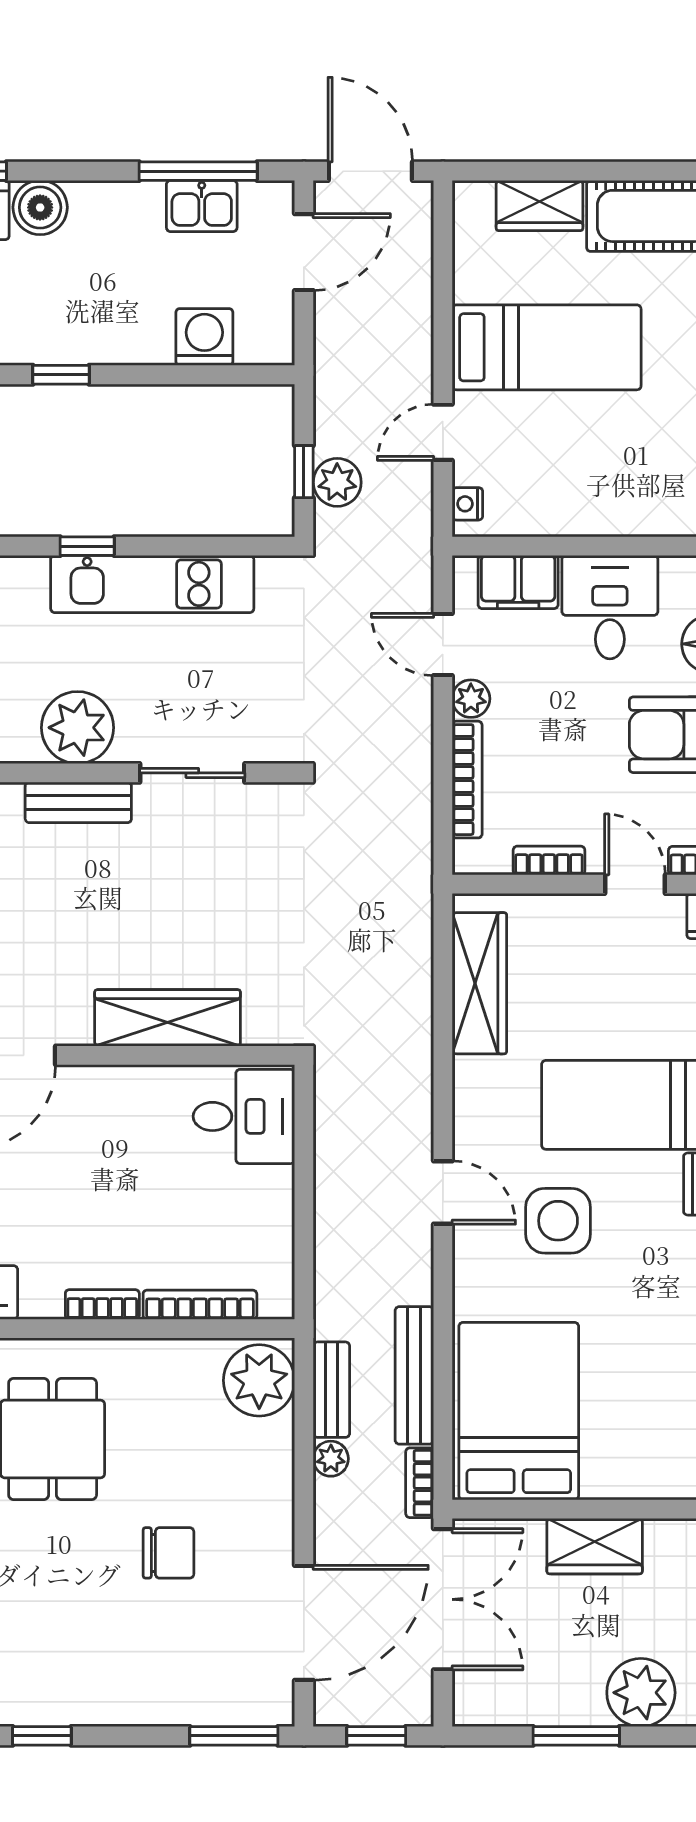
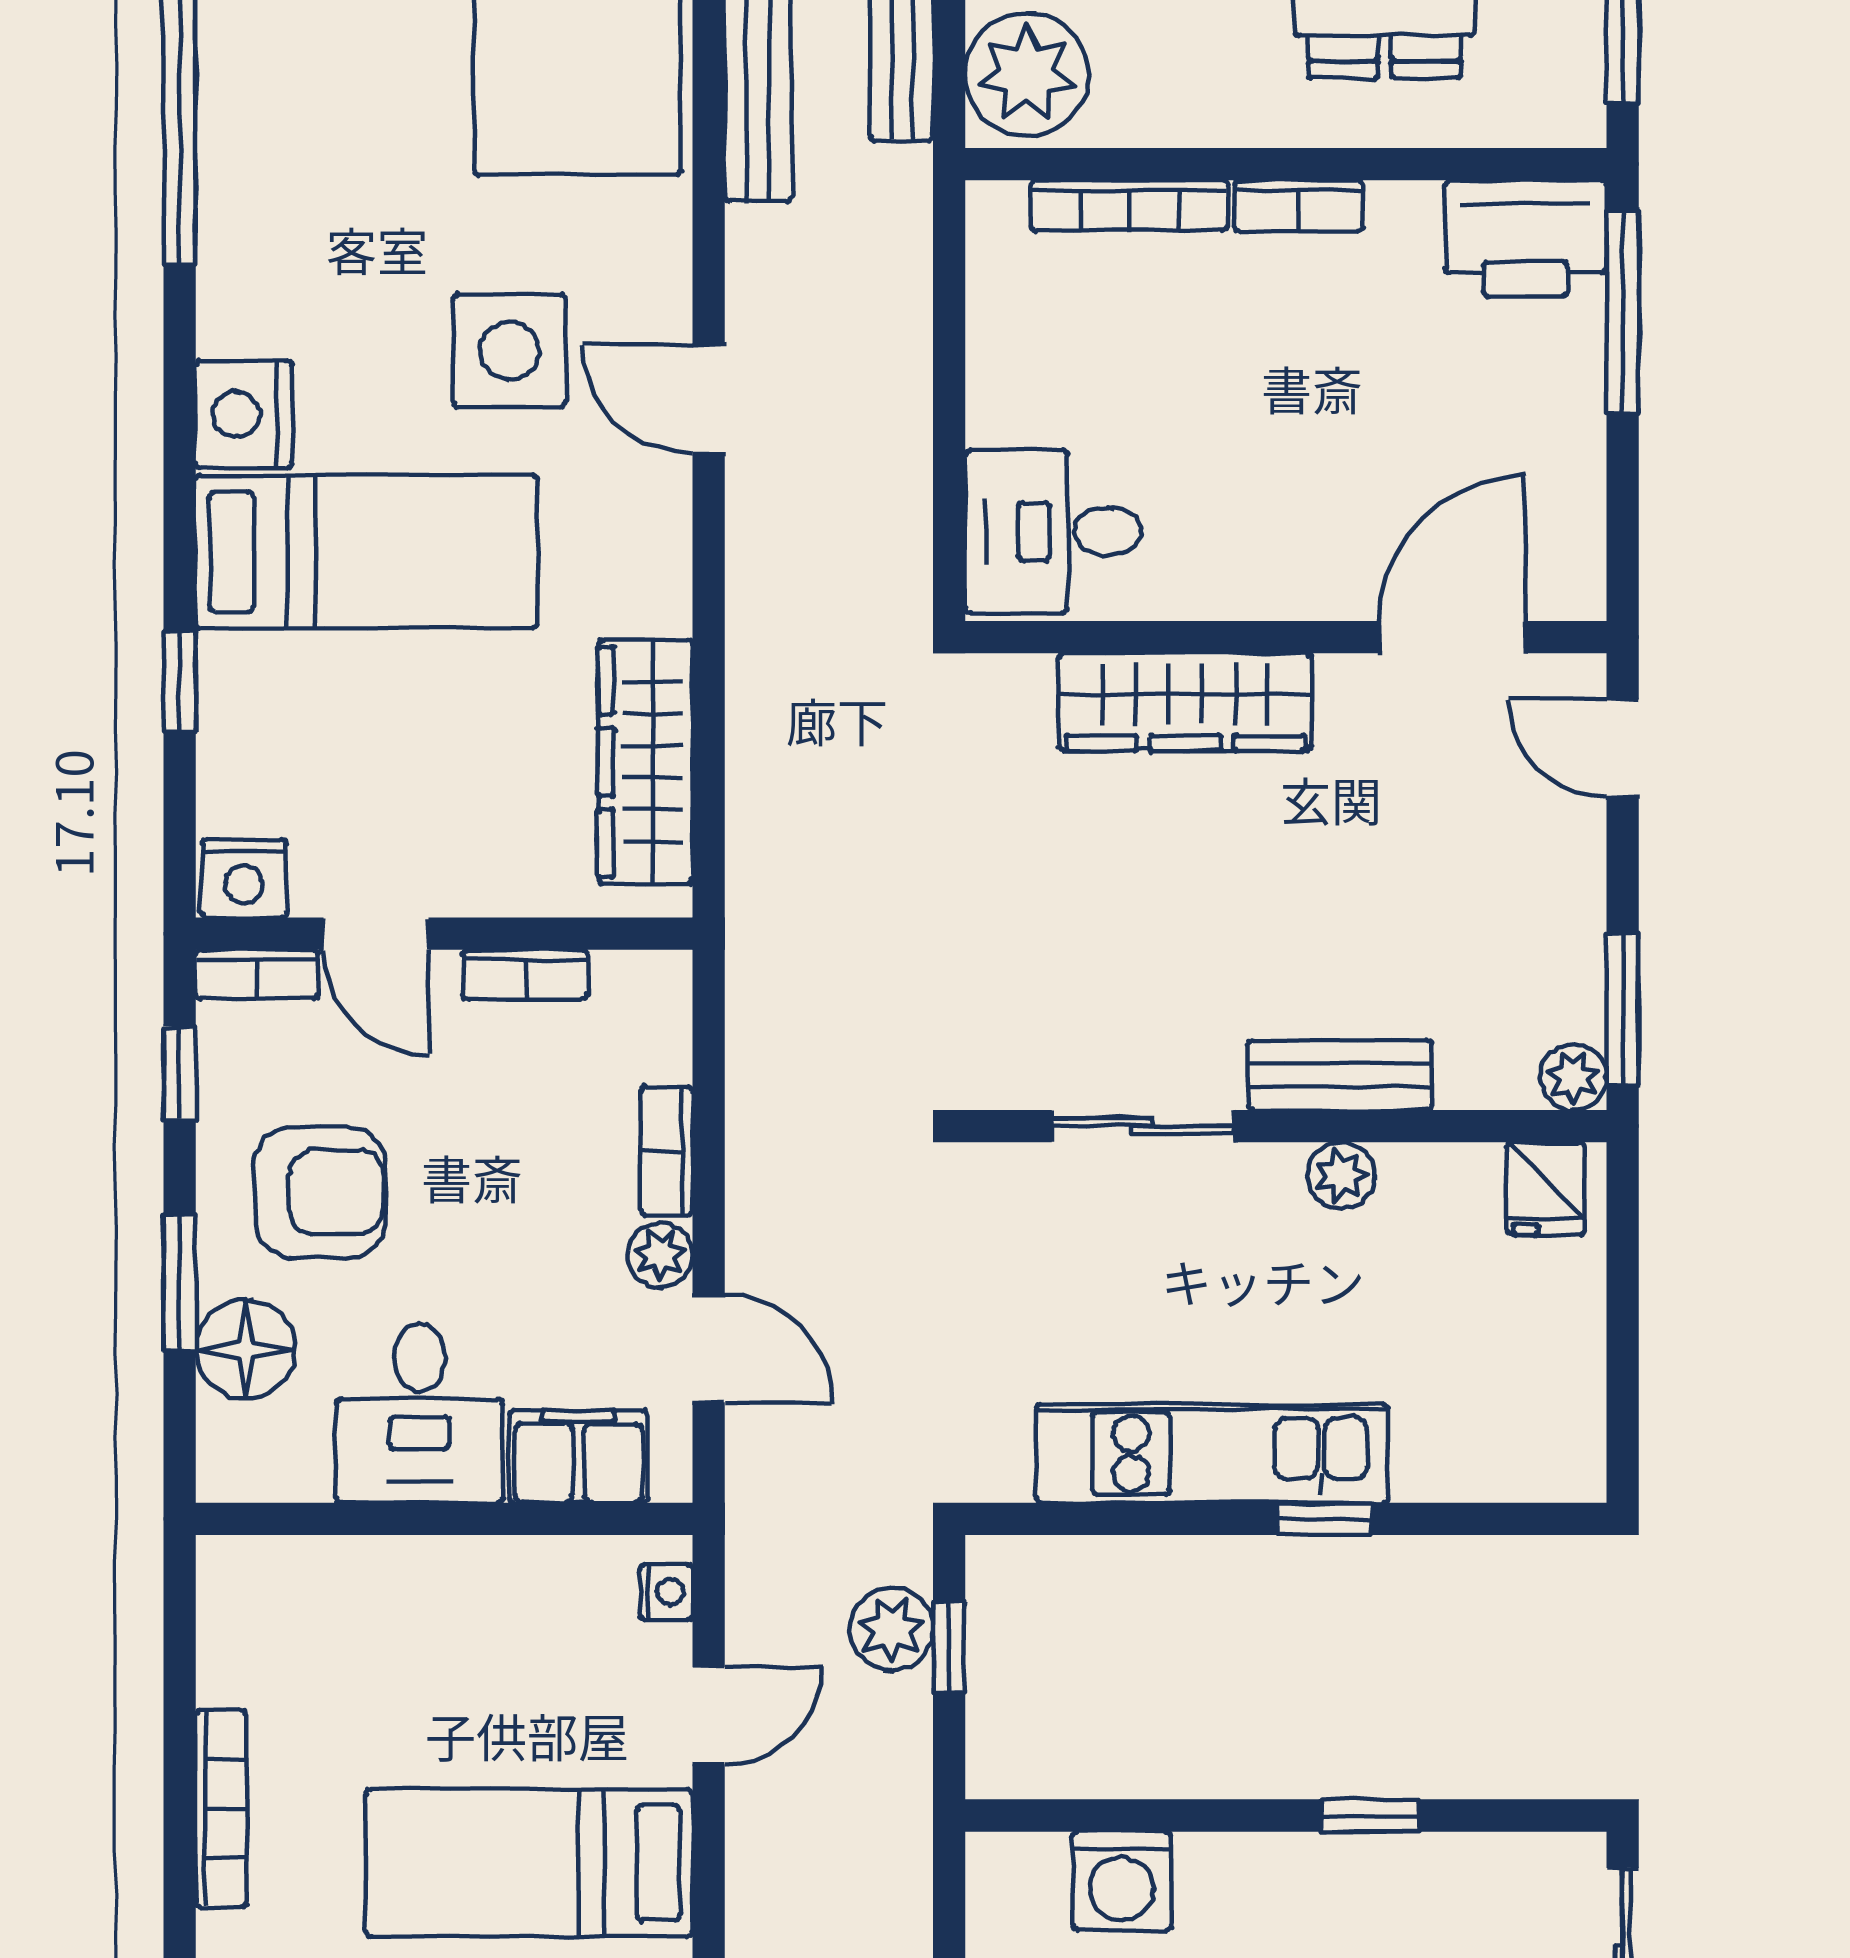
plant: (78, 728) -> (1341, 1175), width x0.53, depth x0.53
bookcase: (467, 780) -> (667, 1151), width x0.64

